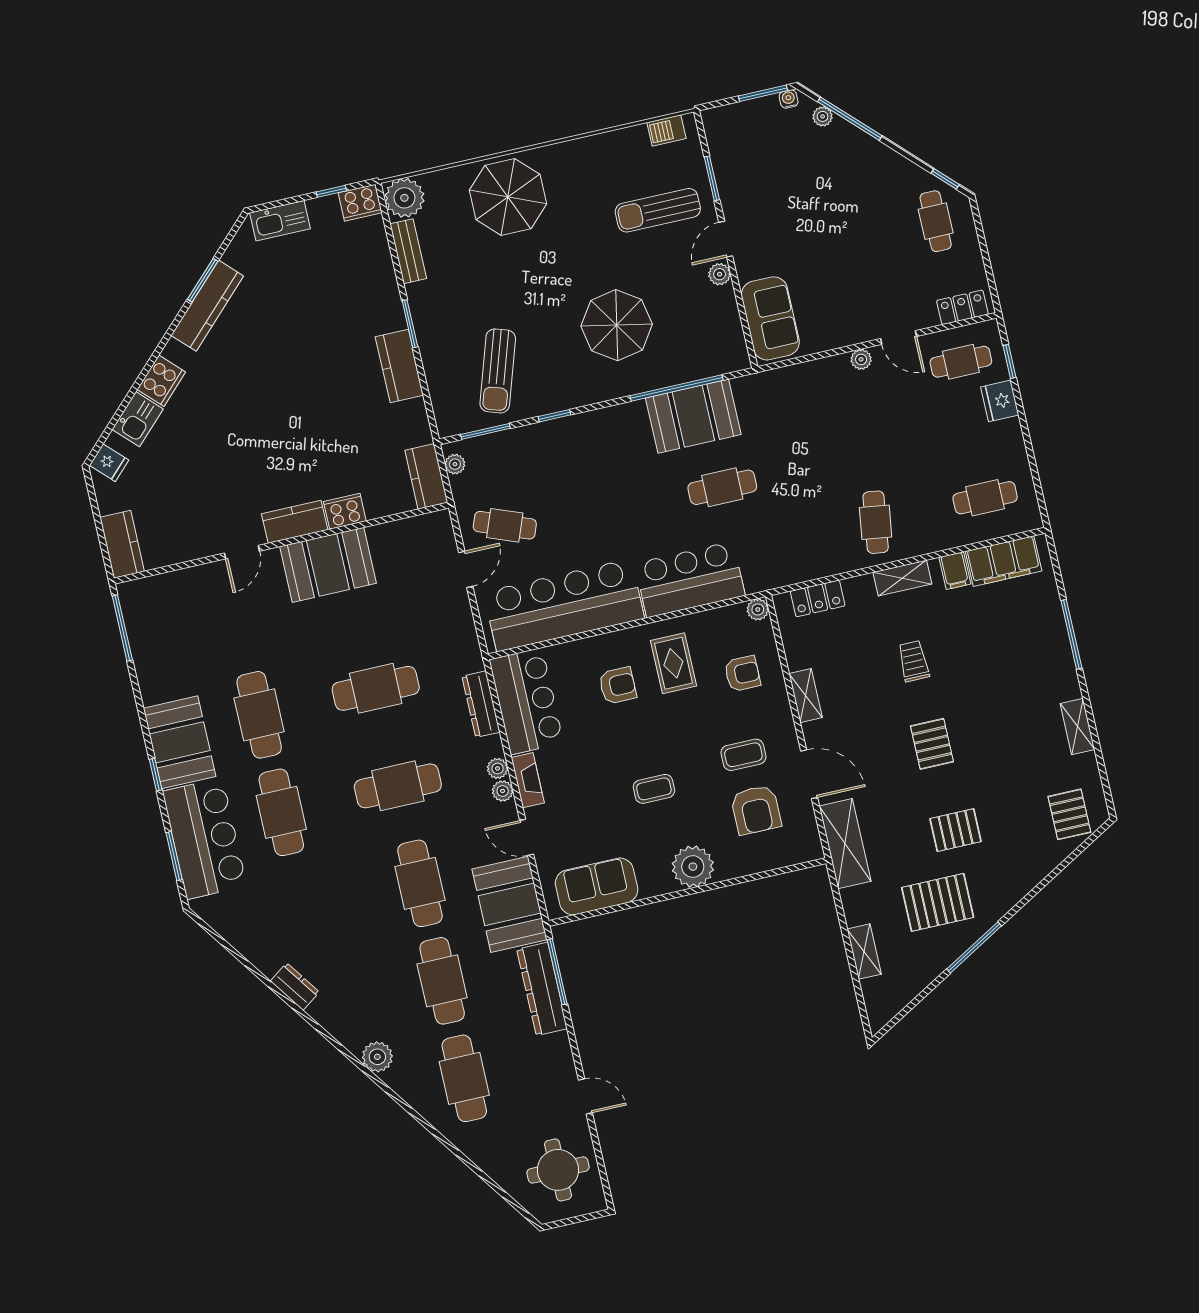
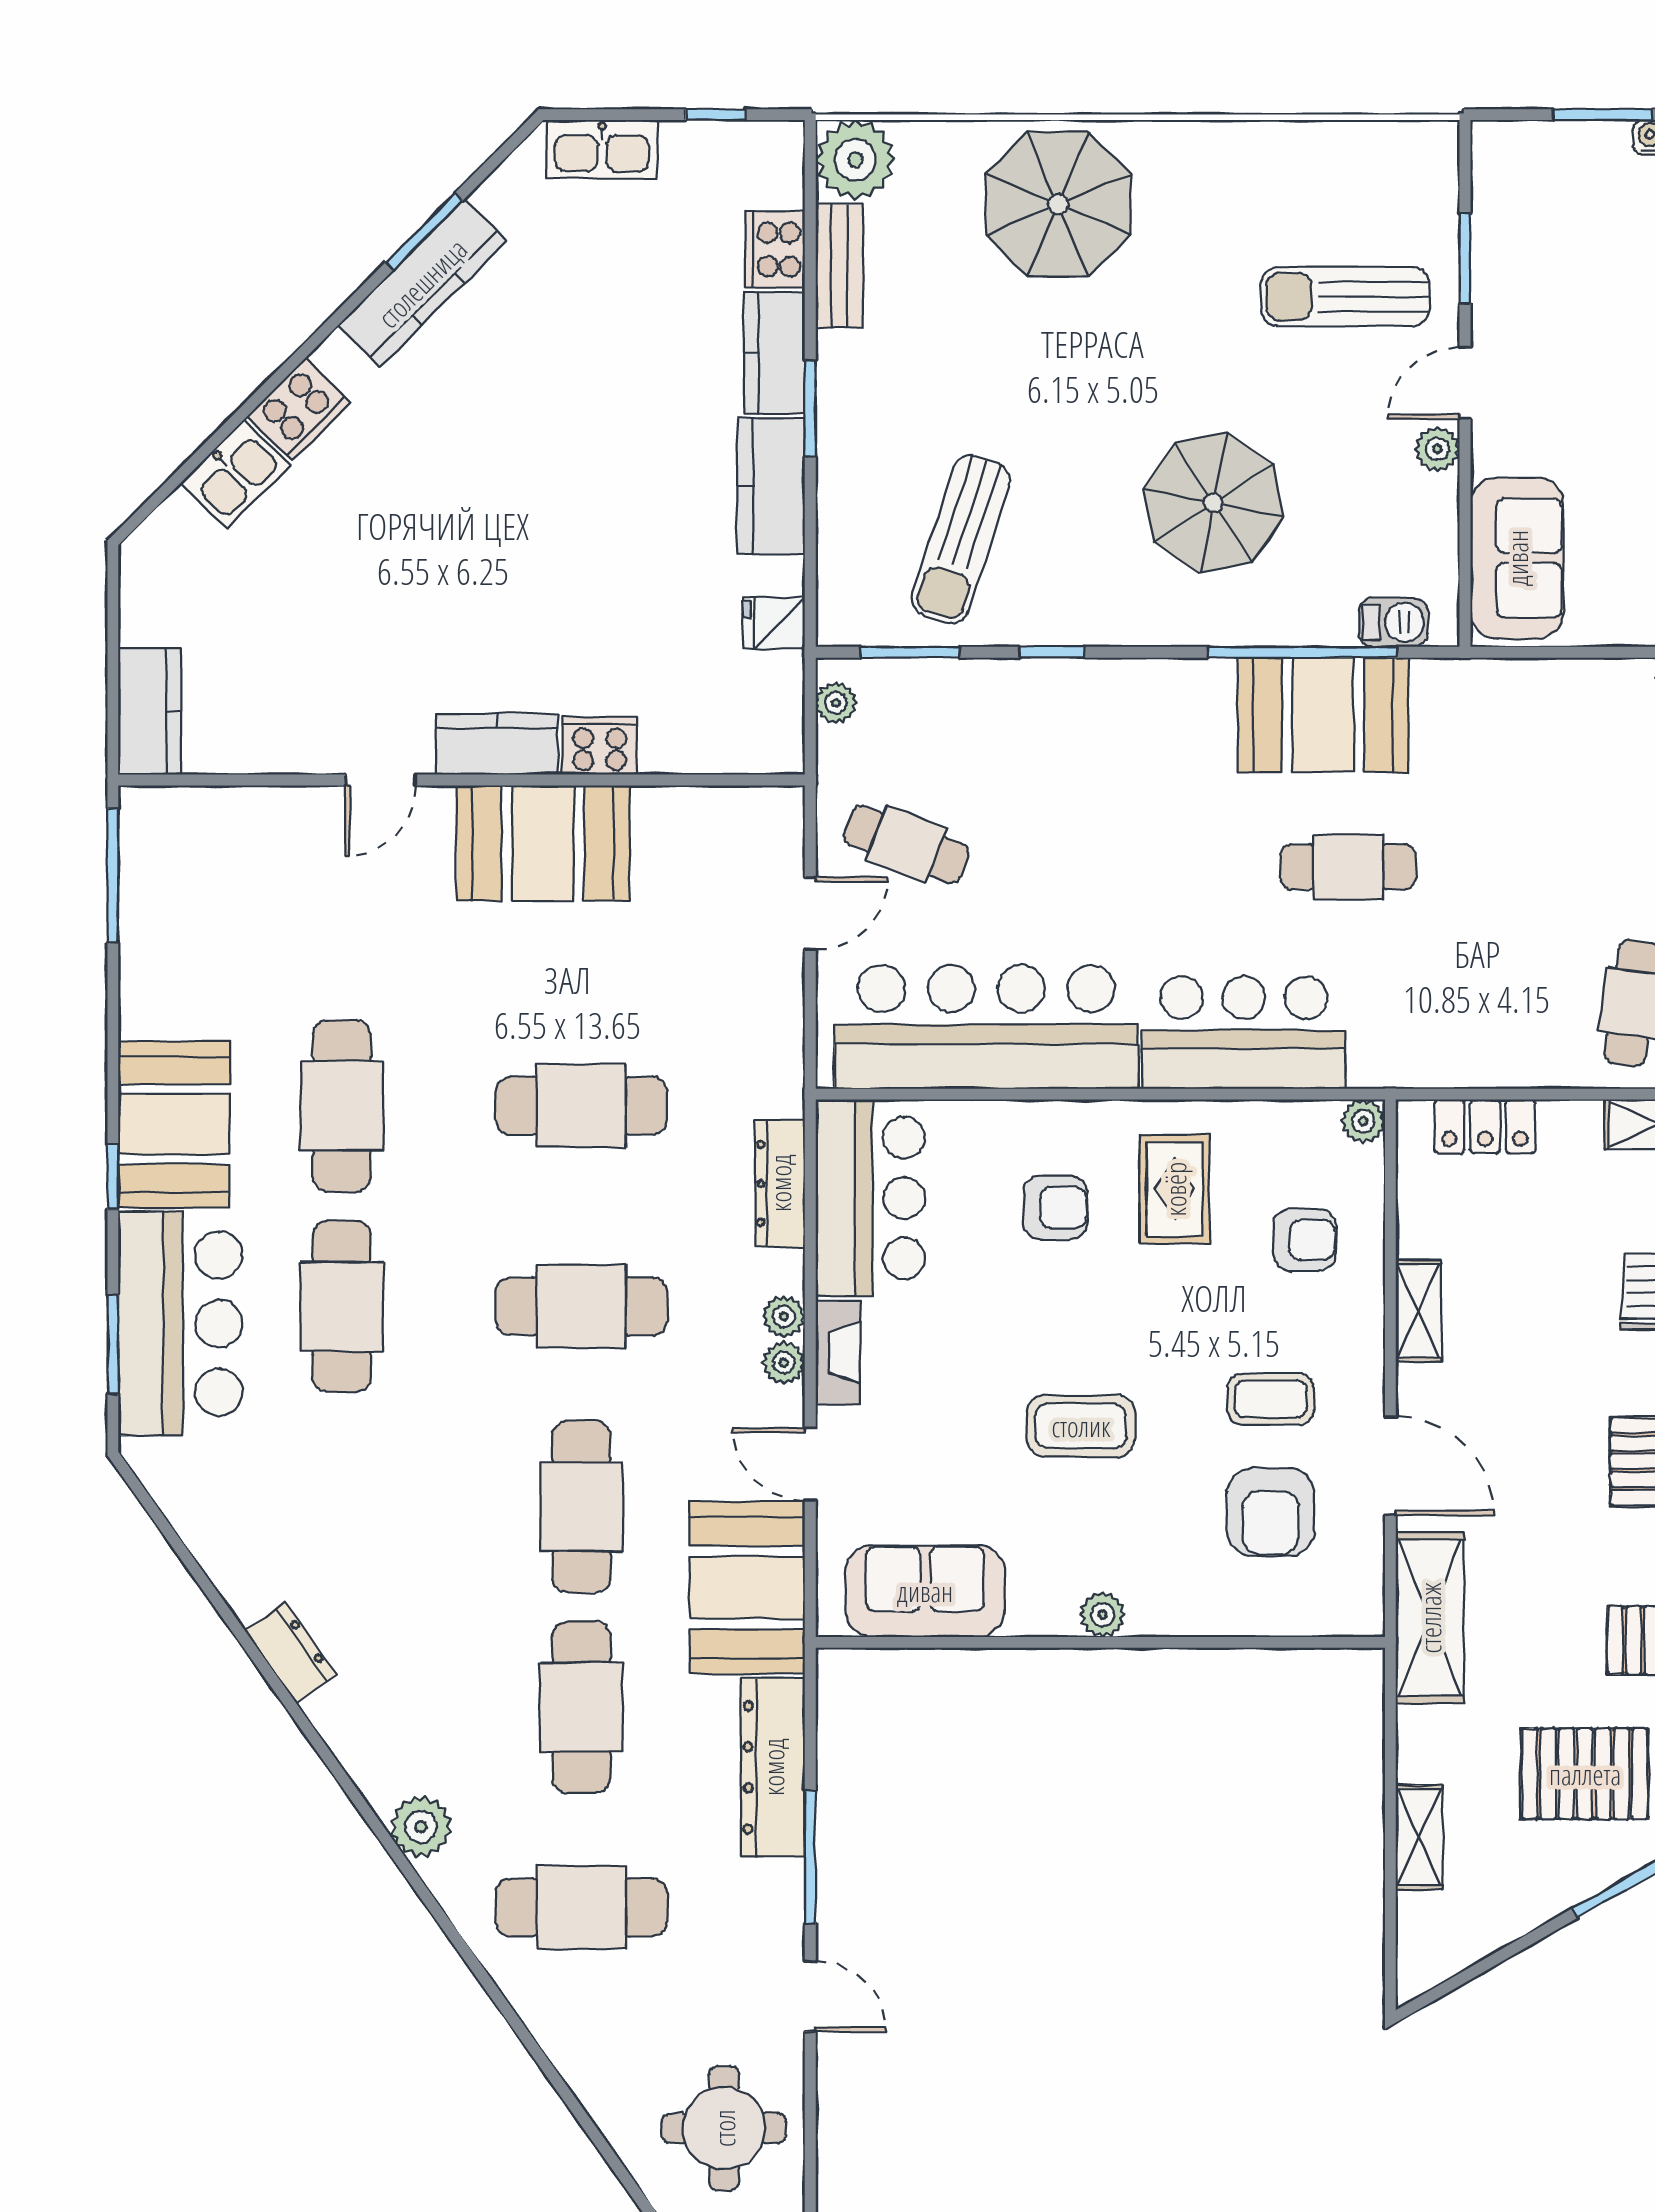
barbecue: (666, 130) -> (1393, 622), moved, turned 180
cooker: (360, 203) -> (775, 250), moved, turned 90
fridge: (109, 463) -> (774, 623), moved, turned 135
kitchen counter: (426, 476) -> (774, 353), moved
coffee table: (654, 789) -> (1081, 1426), width x1.36, depth x1.30
plant: (693, 867) -> (1102, 1615), width x0.53, depth x0.53
window: (557, 972) -> (810, 1857), moved
cafe table: (464, 1078) -> (581, 1907), turned 90

